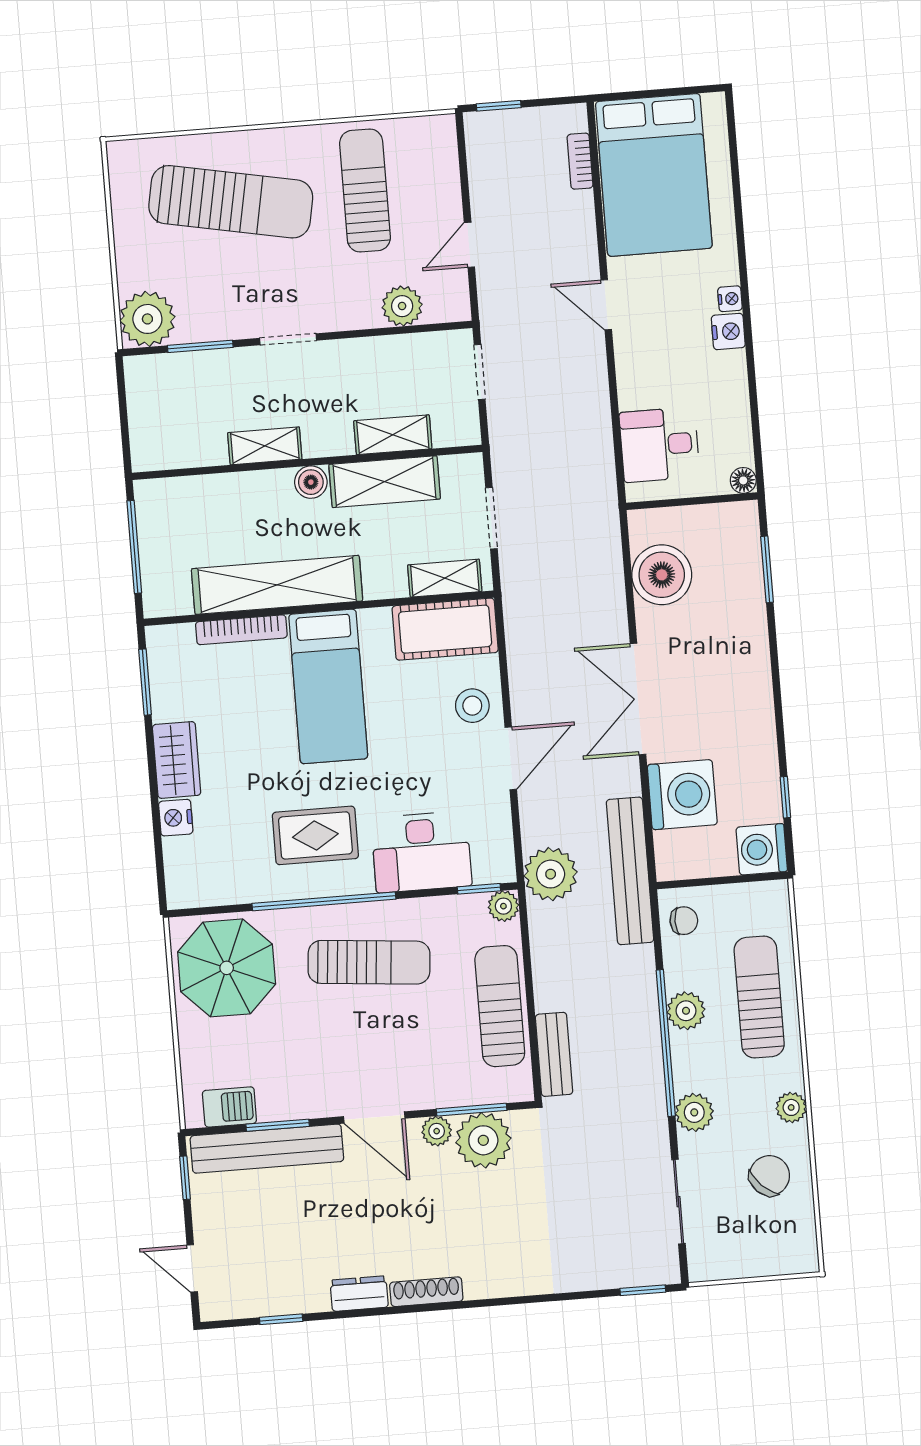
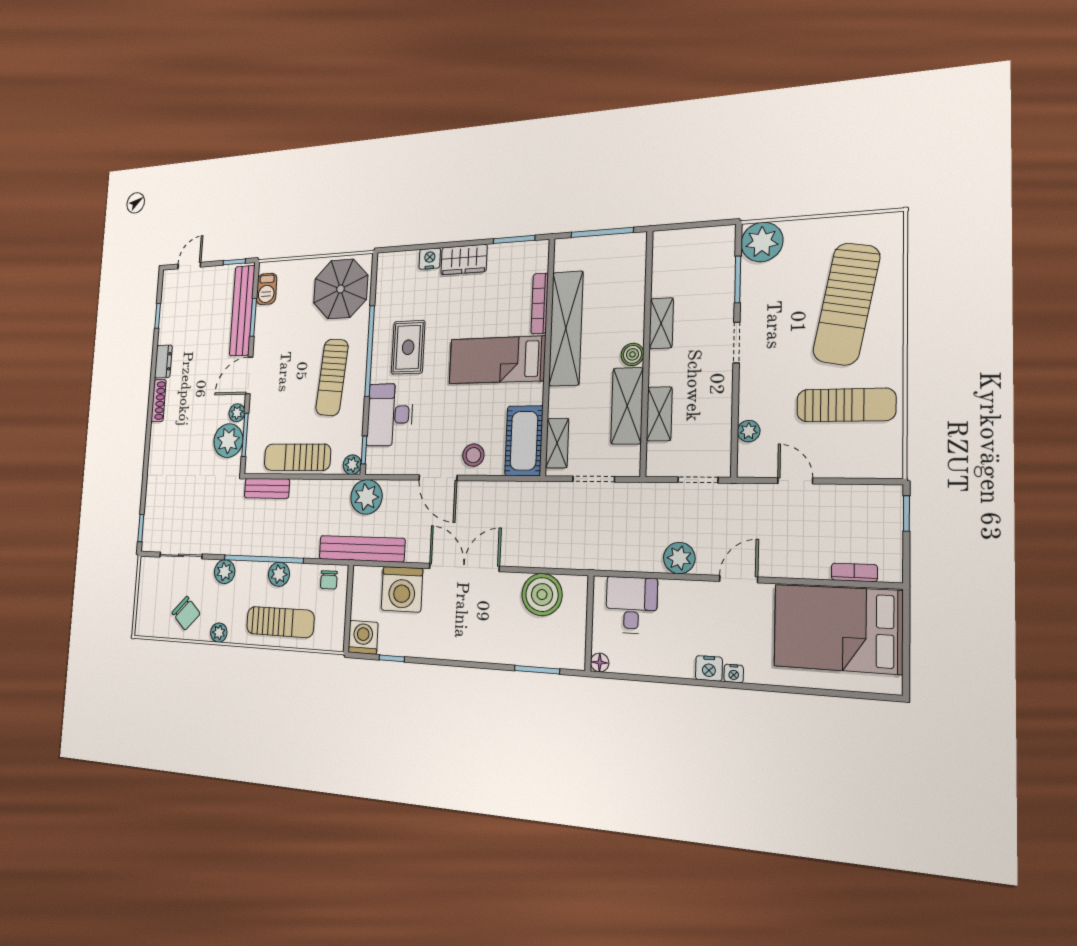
plant: (402, 306) -> (749, 431), width x0.73, depth x0.73
plant: (588, 386) -> (679, 558), added
sun lounger: (500, 1006) -> (297, 457), turned 180

